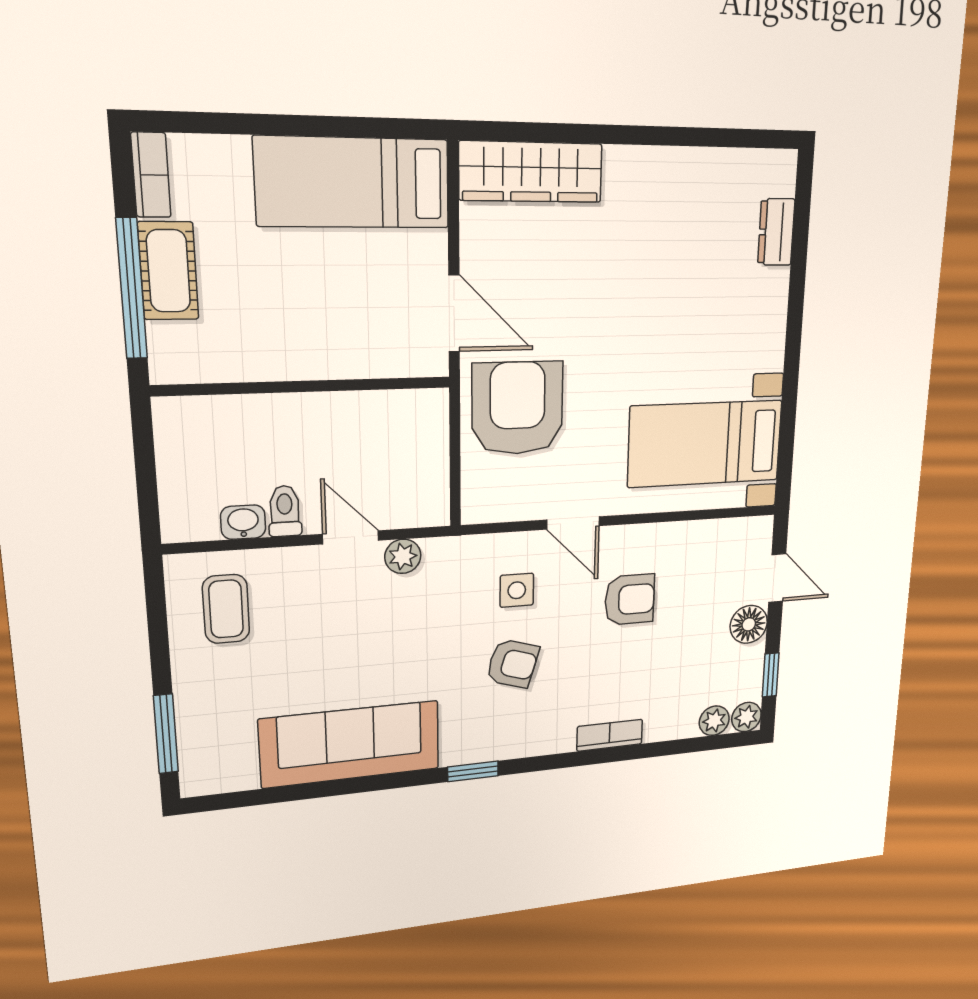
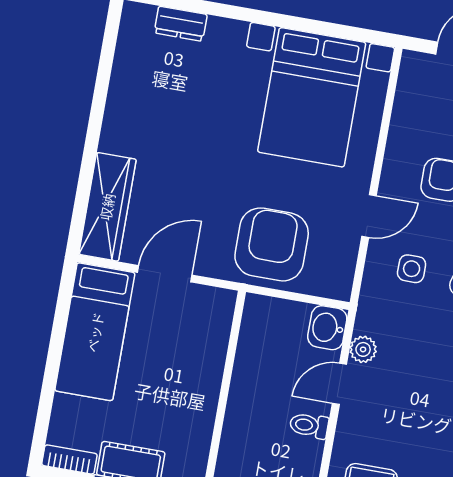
door: (454, 313) -> (165, 274), moved
armchair: (518, 408) -> (272, 244), turned 90
bed with nightstands: (705, 444) -> (312, 97), width x1.36
washbasin: (243, 522) -> (327, 328), moved, width x1.38, depth x1.45

